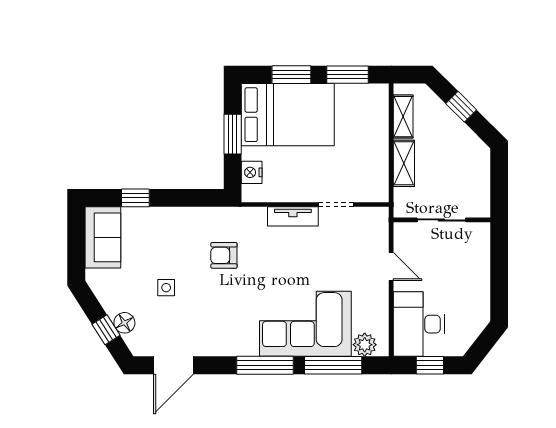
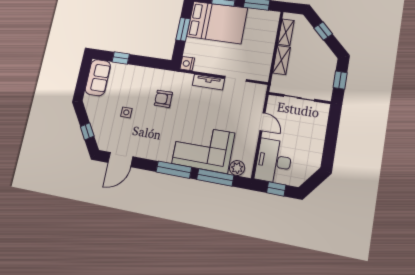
nightstand: (252, 172) -> (187, 64), moved
window: (499, 182) -> (340, 80), added
floor lamp: (124, 323) -> (98, 129), removed

